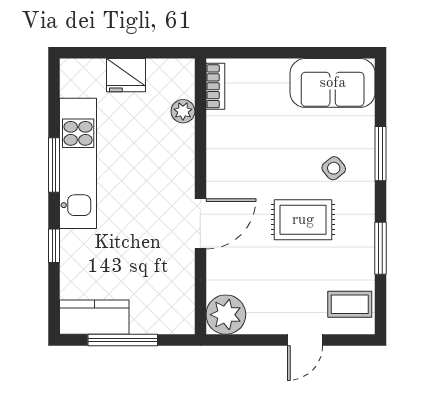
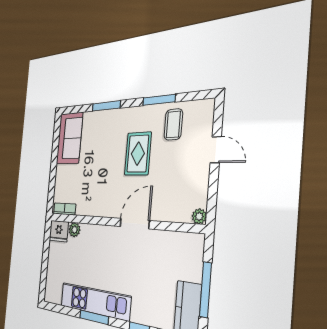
fridge: (126, 75) -> (59, 231), moved, turned 90
side table: (334, 168) -> (111, 135), removed
door: (200, 224) -> (135, 224), hinge flipped
coffee table: (350, 304) -> (173, 124), moved
plant: (226, 315) -> (199, 216), width x0.53, depth x0.53

